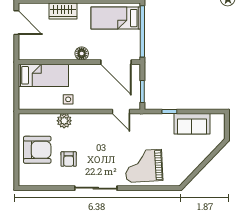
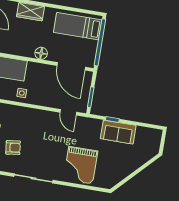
plant: (64, 121) -> (15, 112), removed
sofa: (192, 124) -> (118, 132), moved
armchair: (69, 159) -> (13, 148), turned -97
grand piano: (144, 166) -> (81, 165), turned -87

